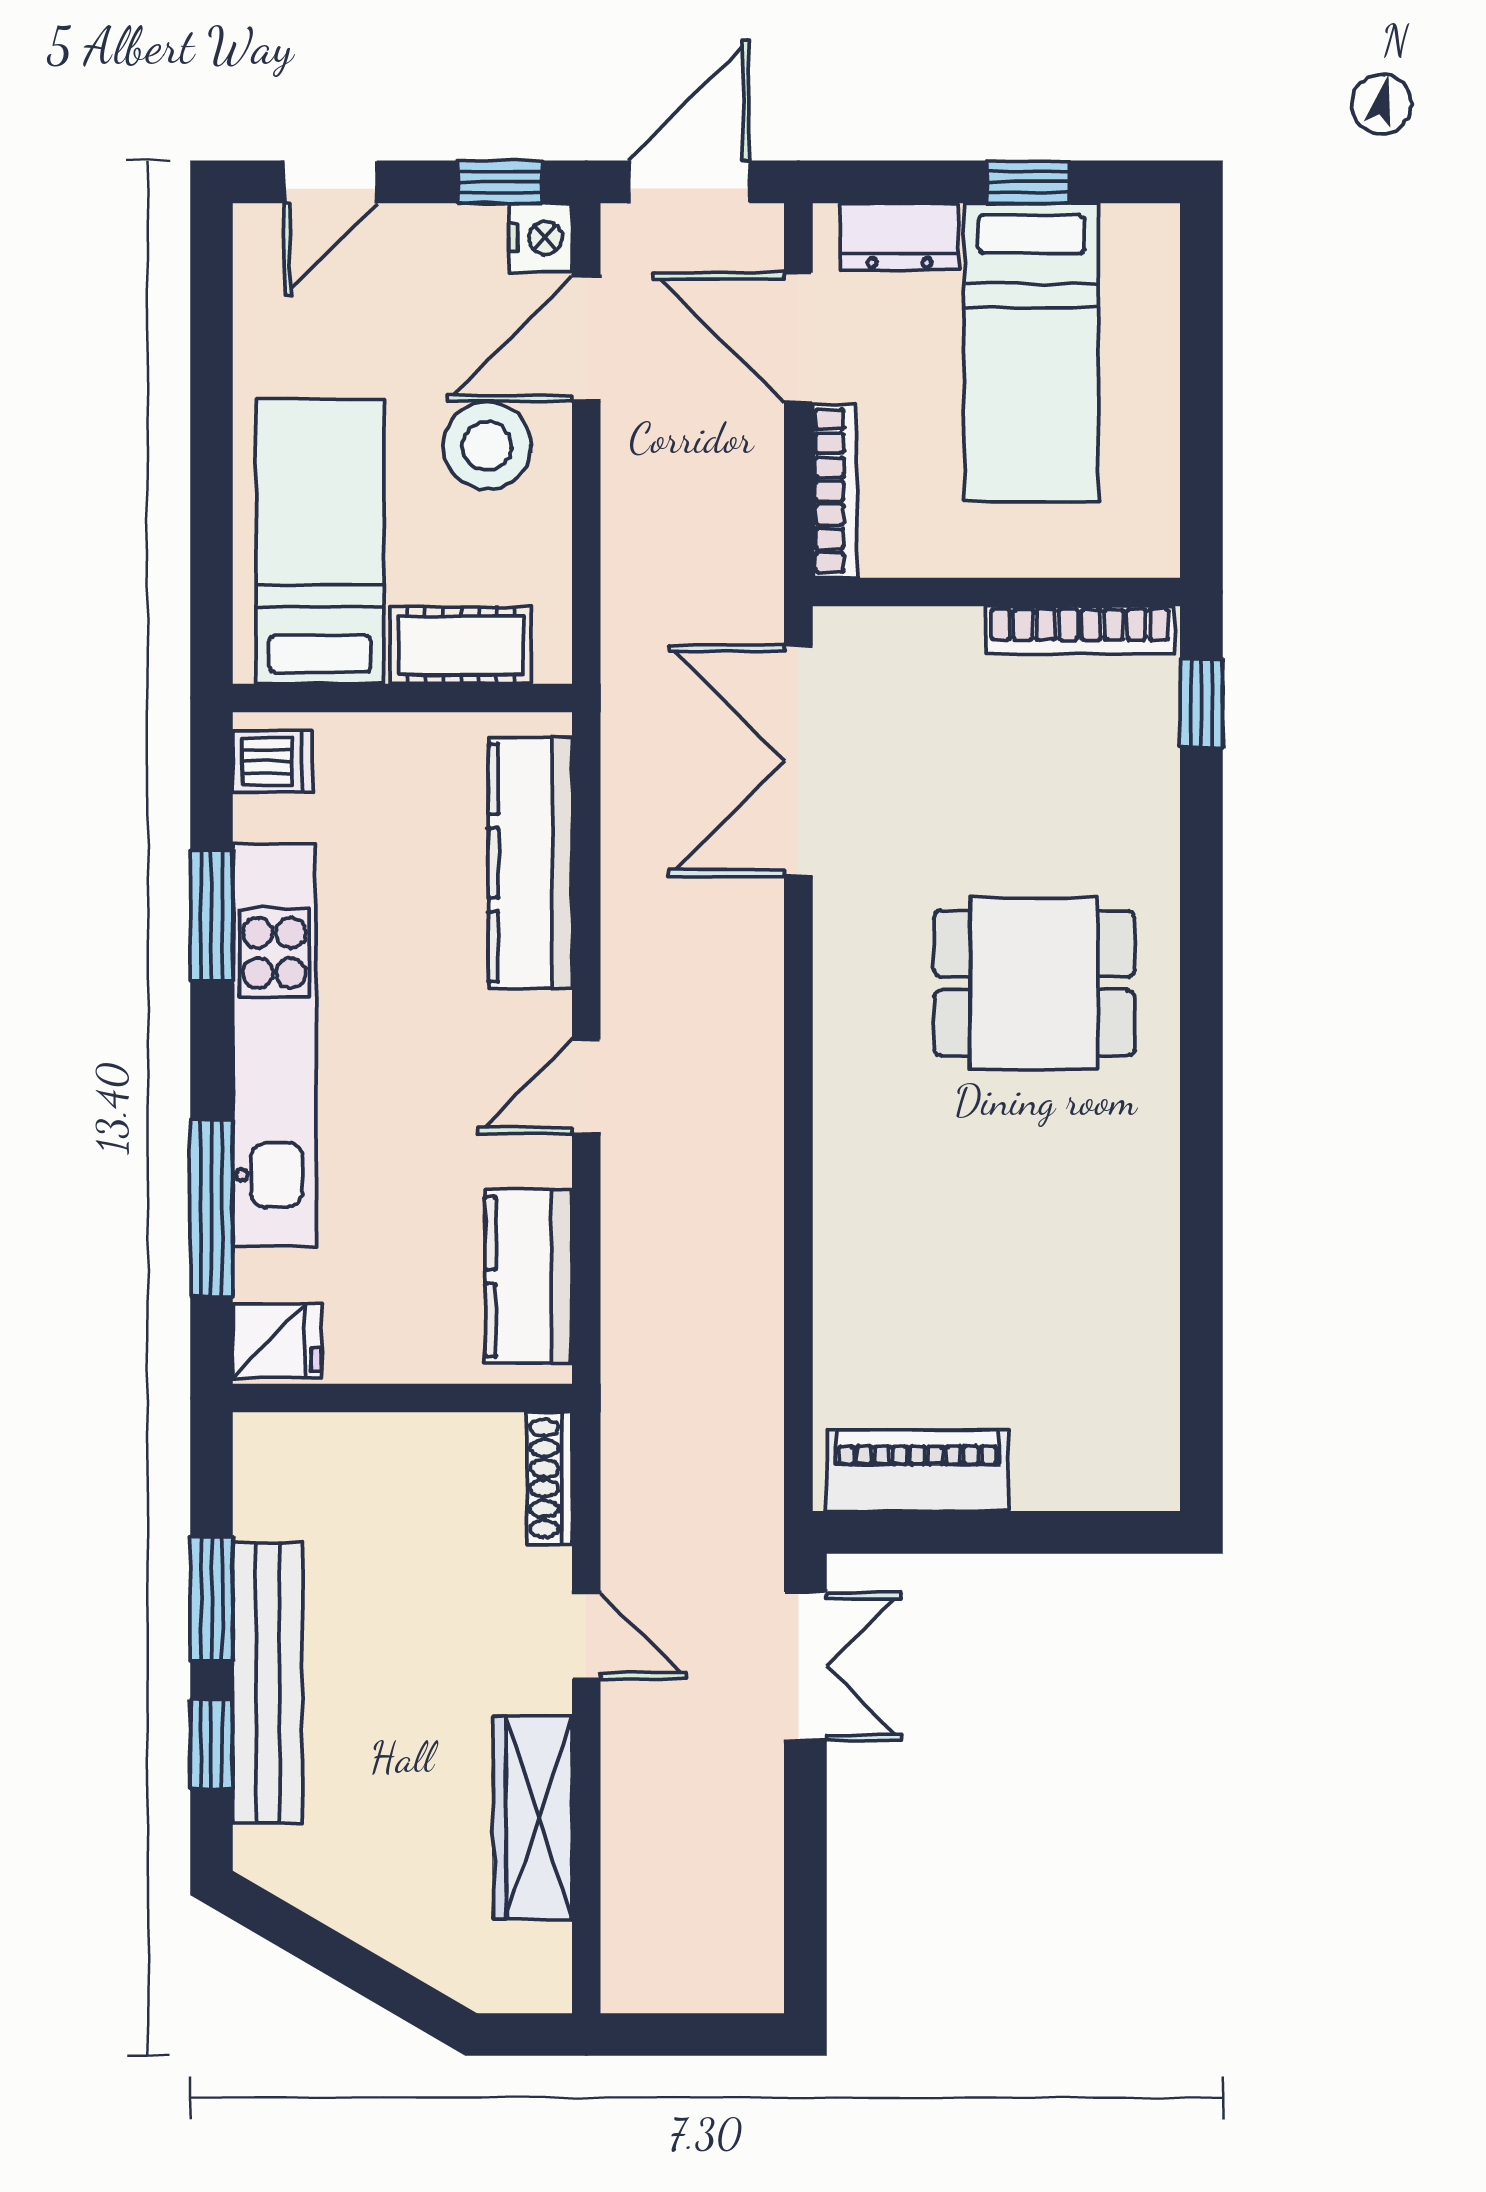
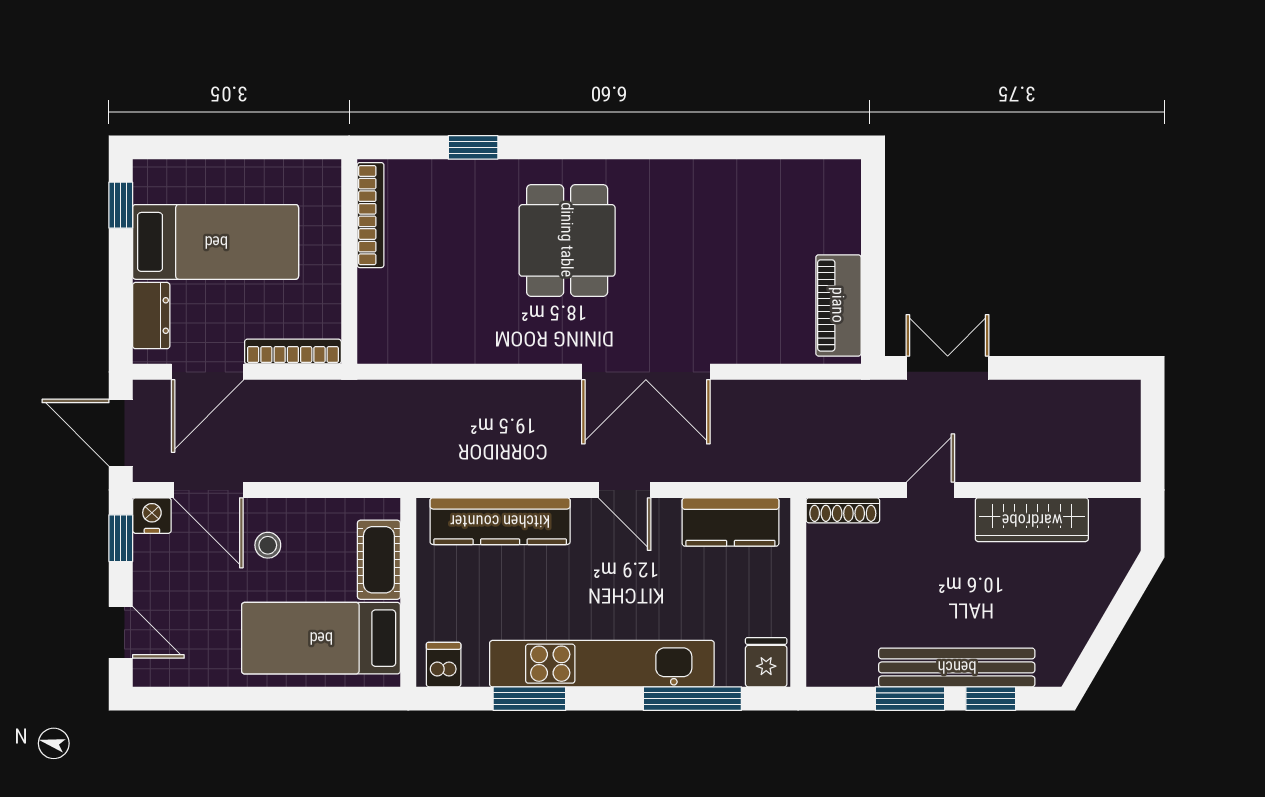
window: (1028, 182) -> (121, 205), moved
stool: (487, 446) -> (268, 545), width x0.53, depth x0.53
window: (1201, 703) -> (473, 147), moved
double door: (798, 761) -> (646, 372), moved

